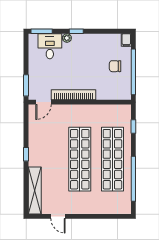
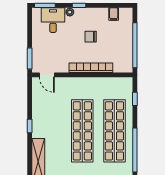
filing cabinet: (126, 40) -> (114, 14), moved
chair: (115, 66) -> (91, 37), moved
bookcase: (73, 95) -> (91, 68), moved
door: (43, 102) -> (47, 75), hinge flipped

